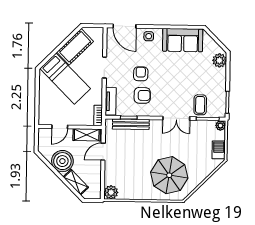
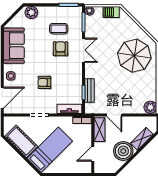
armchair: (142, 95) -> (60, 49), moved
coffee table: (200, 105) -> (59, 29), moved
bench: (131, 124) -> (89, 91), width x0.73
door: (60, 127) -> (93, 154), swing flipped

